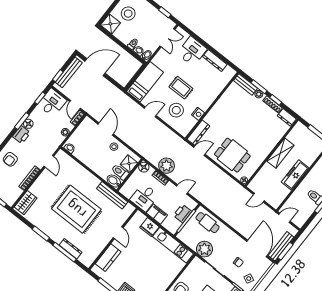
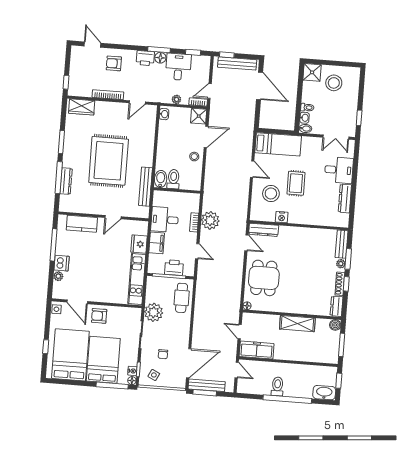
desk: (52, 103) -> (178, 67), moved, turned -90
boiler: (299, 127) -> (335, 325), added
shower: (129, 164) -> (199, 116), moved
floor lamp: (144, 167) -> (194, 199), removed
freezer: (295, 175) -> (257, 350), moved

